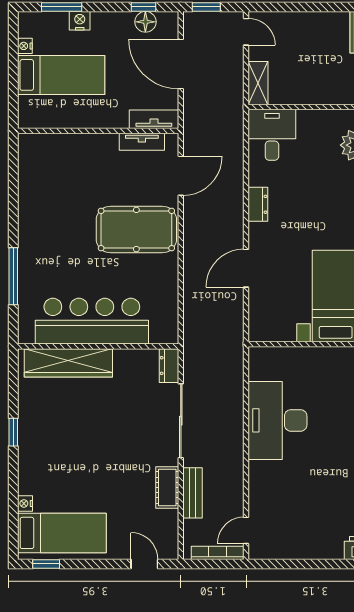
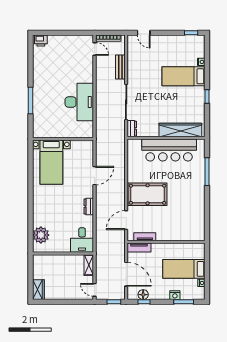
cot: (167, 487) -> (133, 70), removed
door: (246, 530) -> (95, 49), hinge flipped
bed: (62, 533) -> (184, 76), moved

